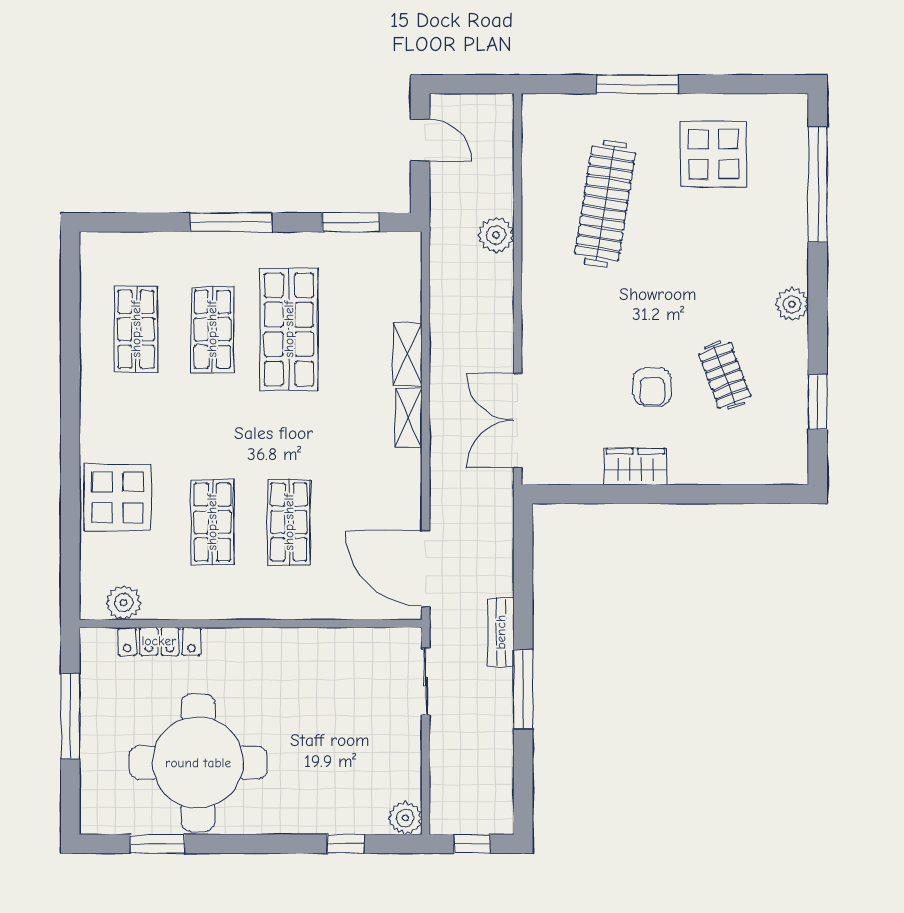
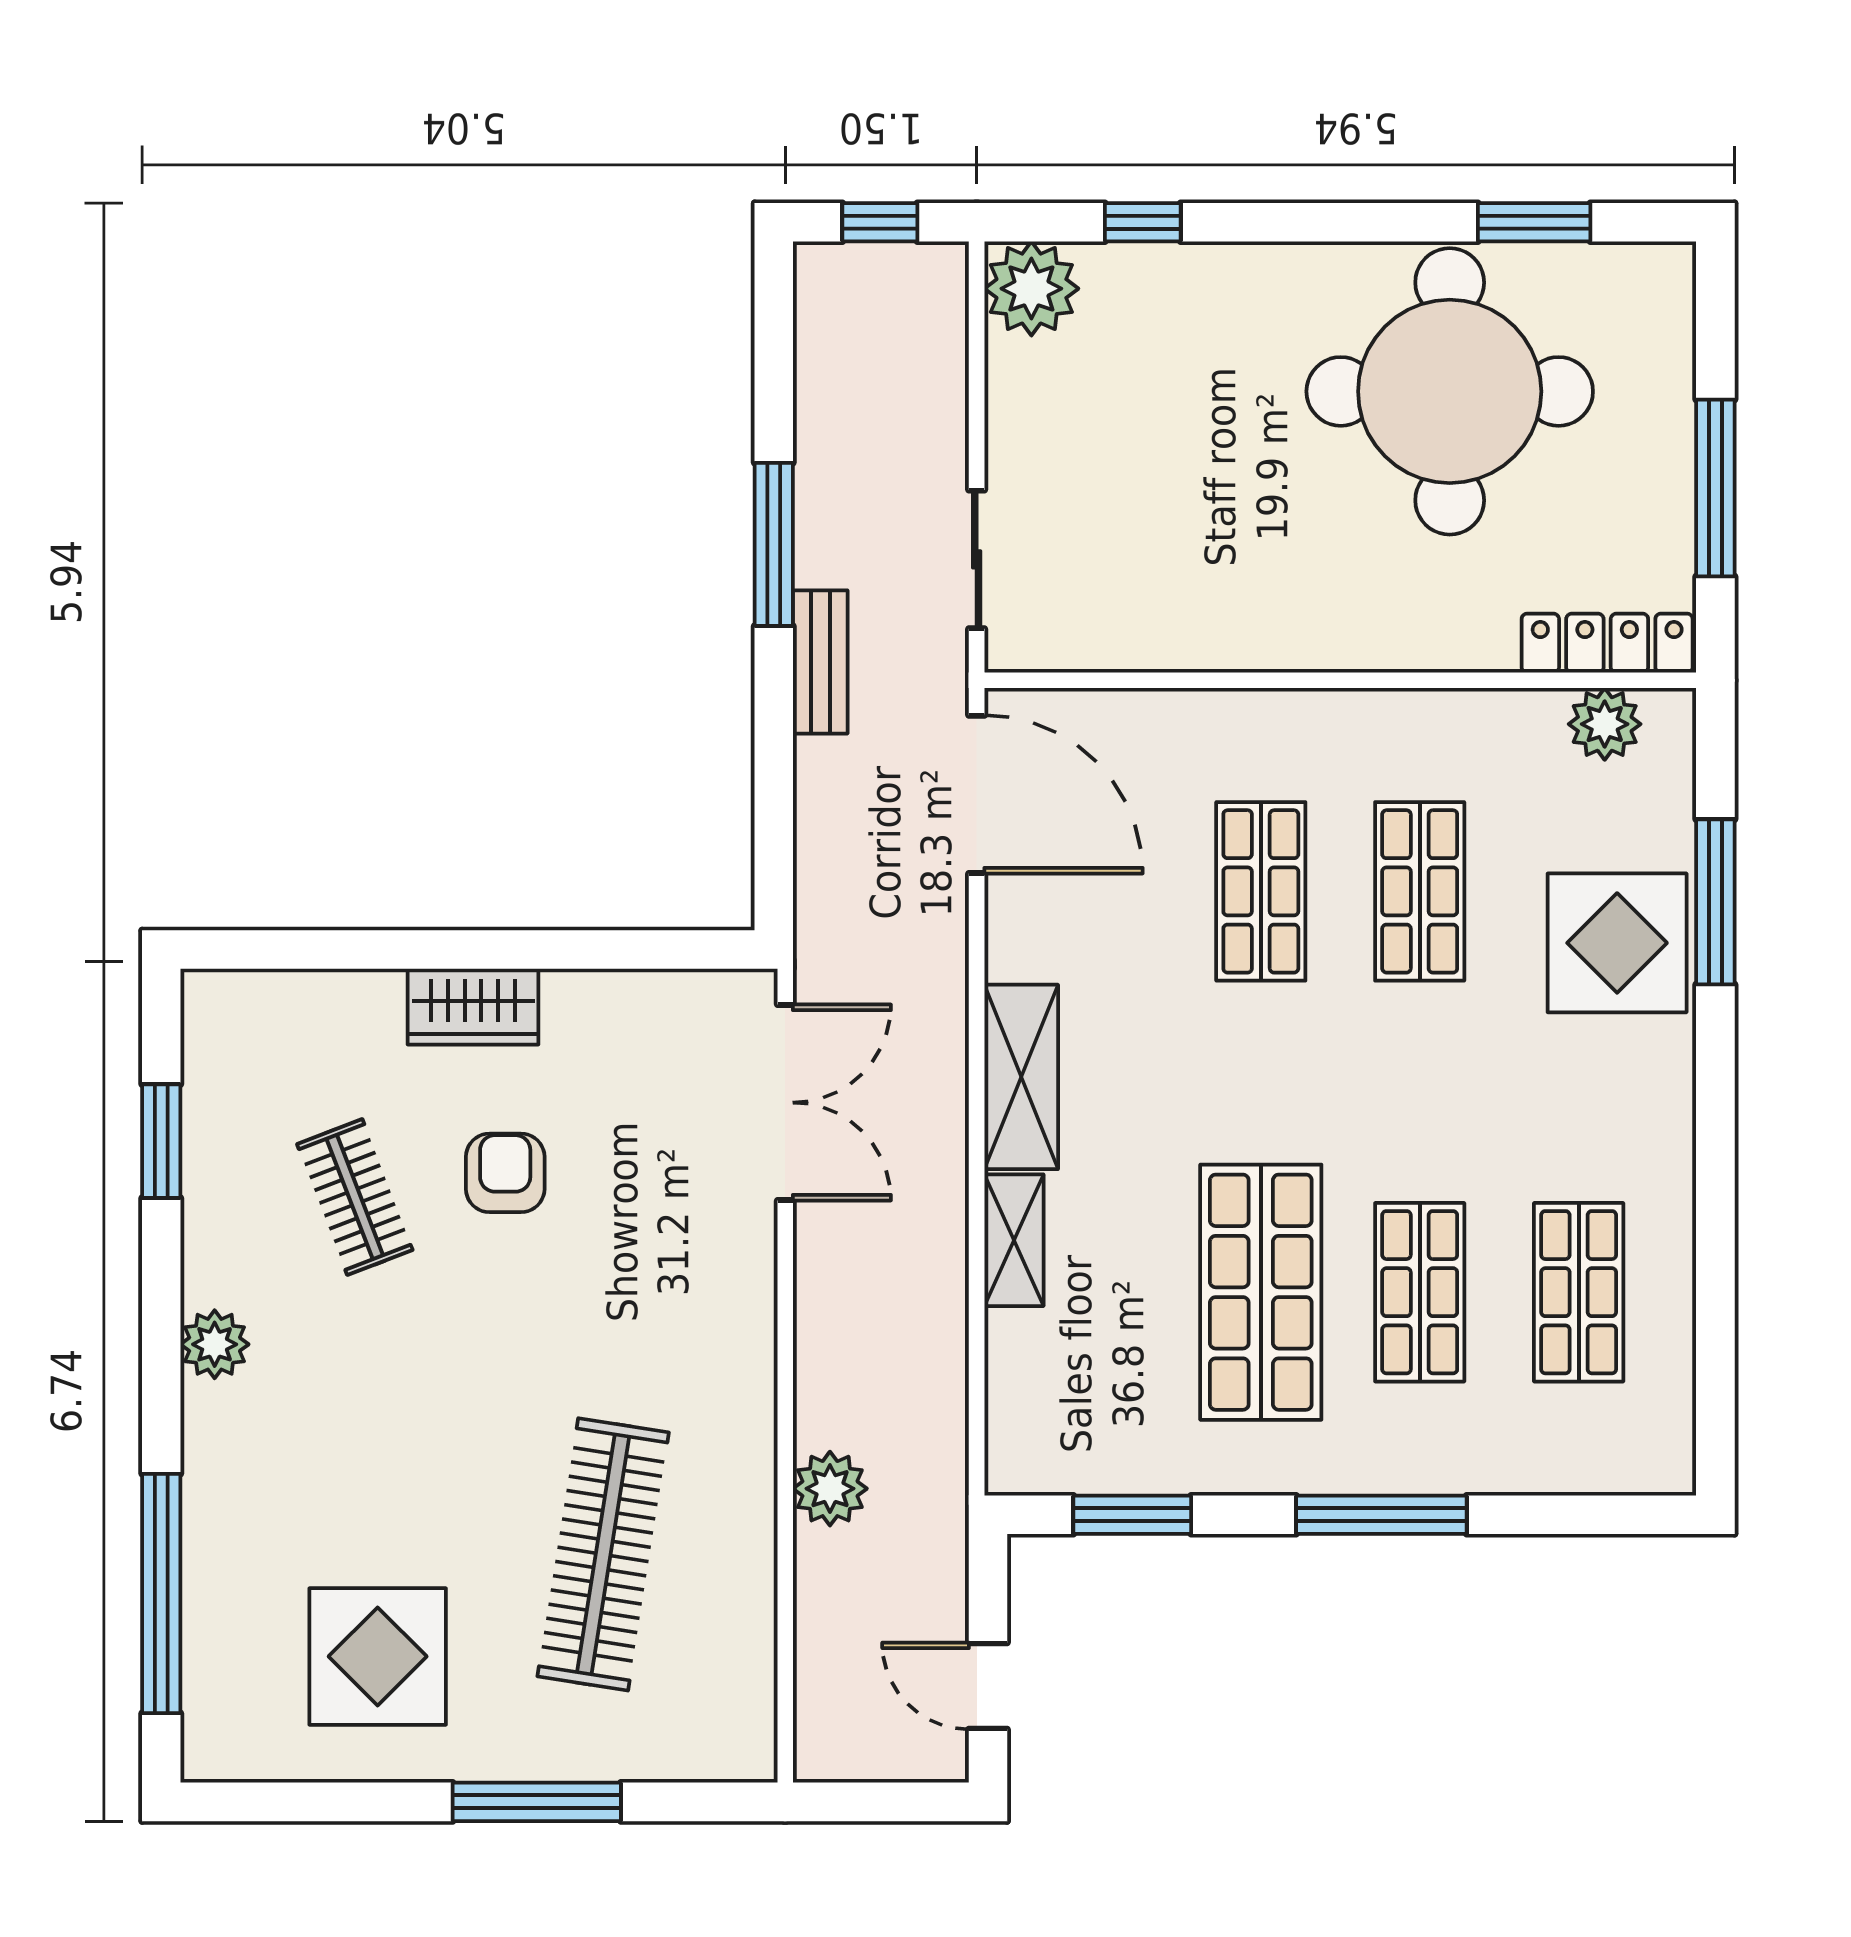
shelving: (409, 418) -> (1021, 1077), width x1.50, depth x1.33
wardrobe: (635, 467) -> (473, 1007), moved
window: (70, 517) -> (1715, 902), added
locker: (159, 641) -> (1607, 643), moved
plant: (405, 818) -> (1031, 289), width x1.36, depth x1.36

